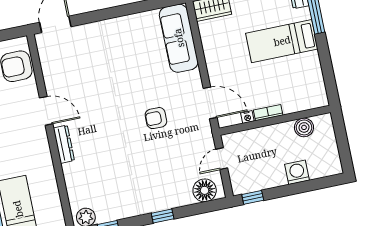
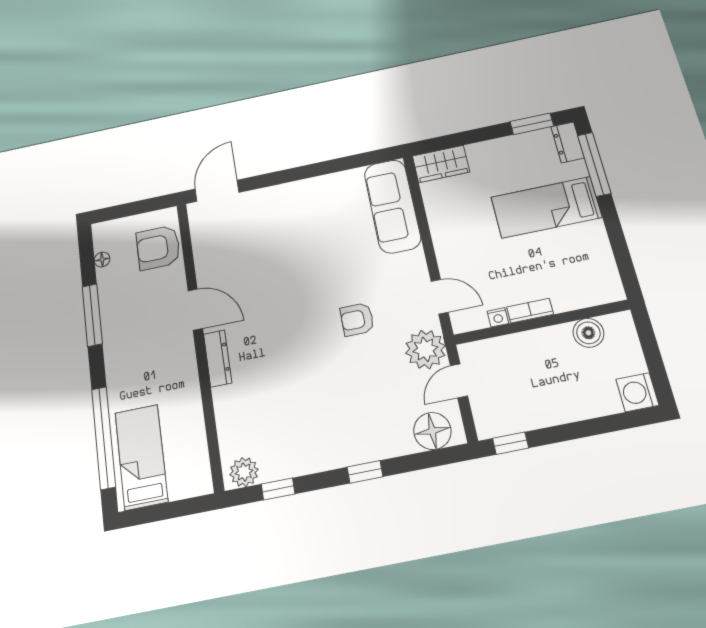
door: (210, 103) -> (440, 297), width x0.73
plant: (201, 138) -> (425, 349), added
washing machine: (297, 172) -> (637, 392), moved, turned -90

